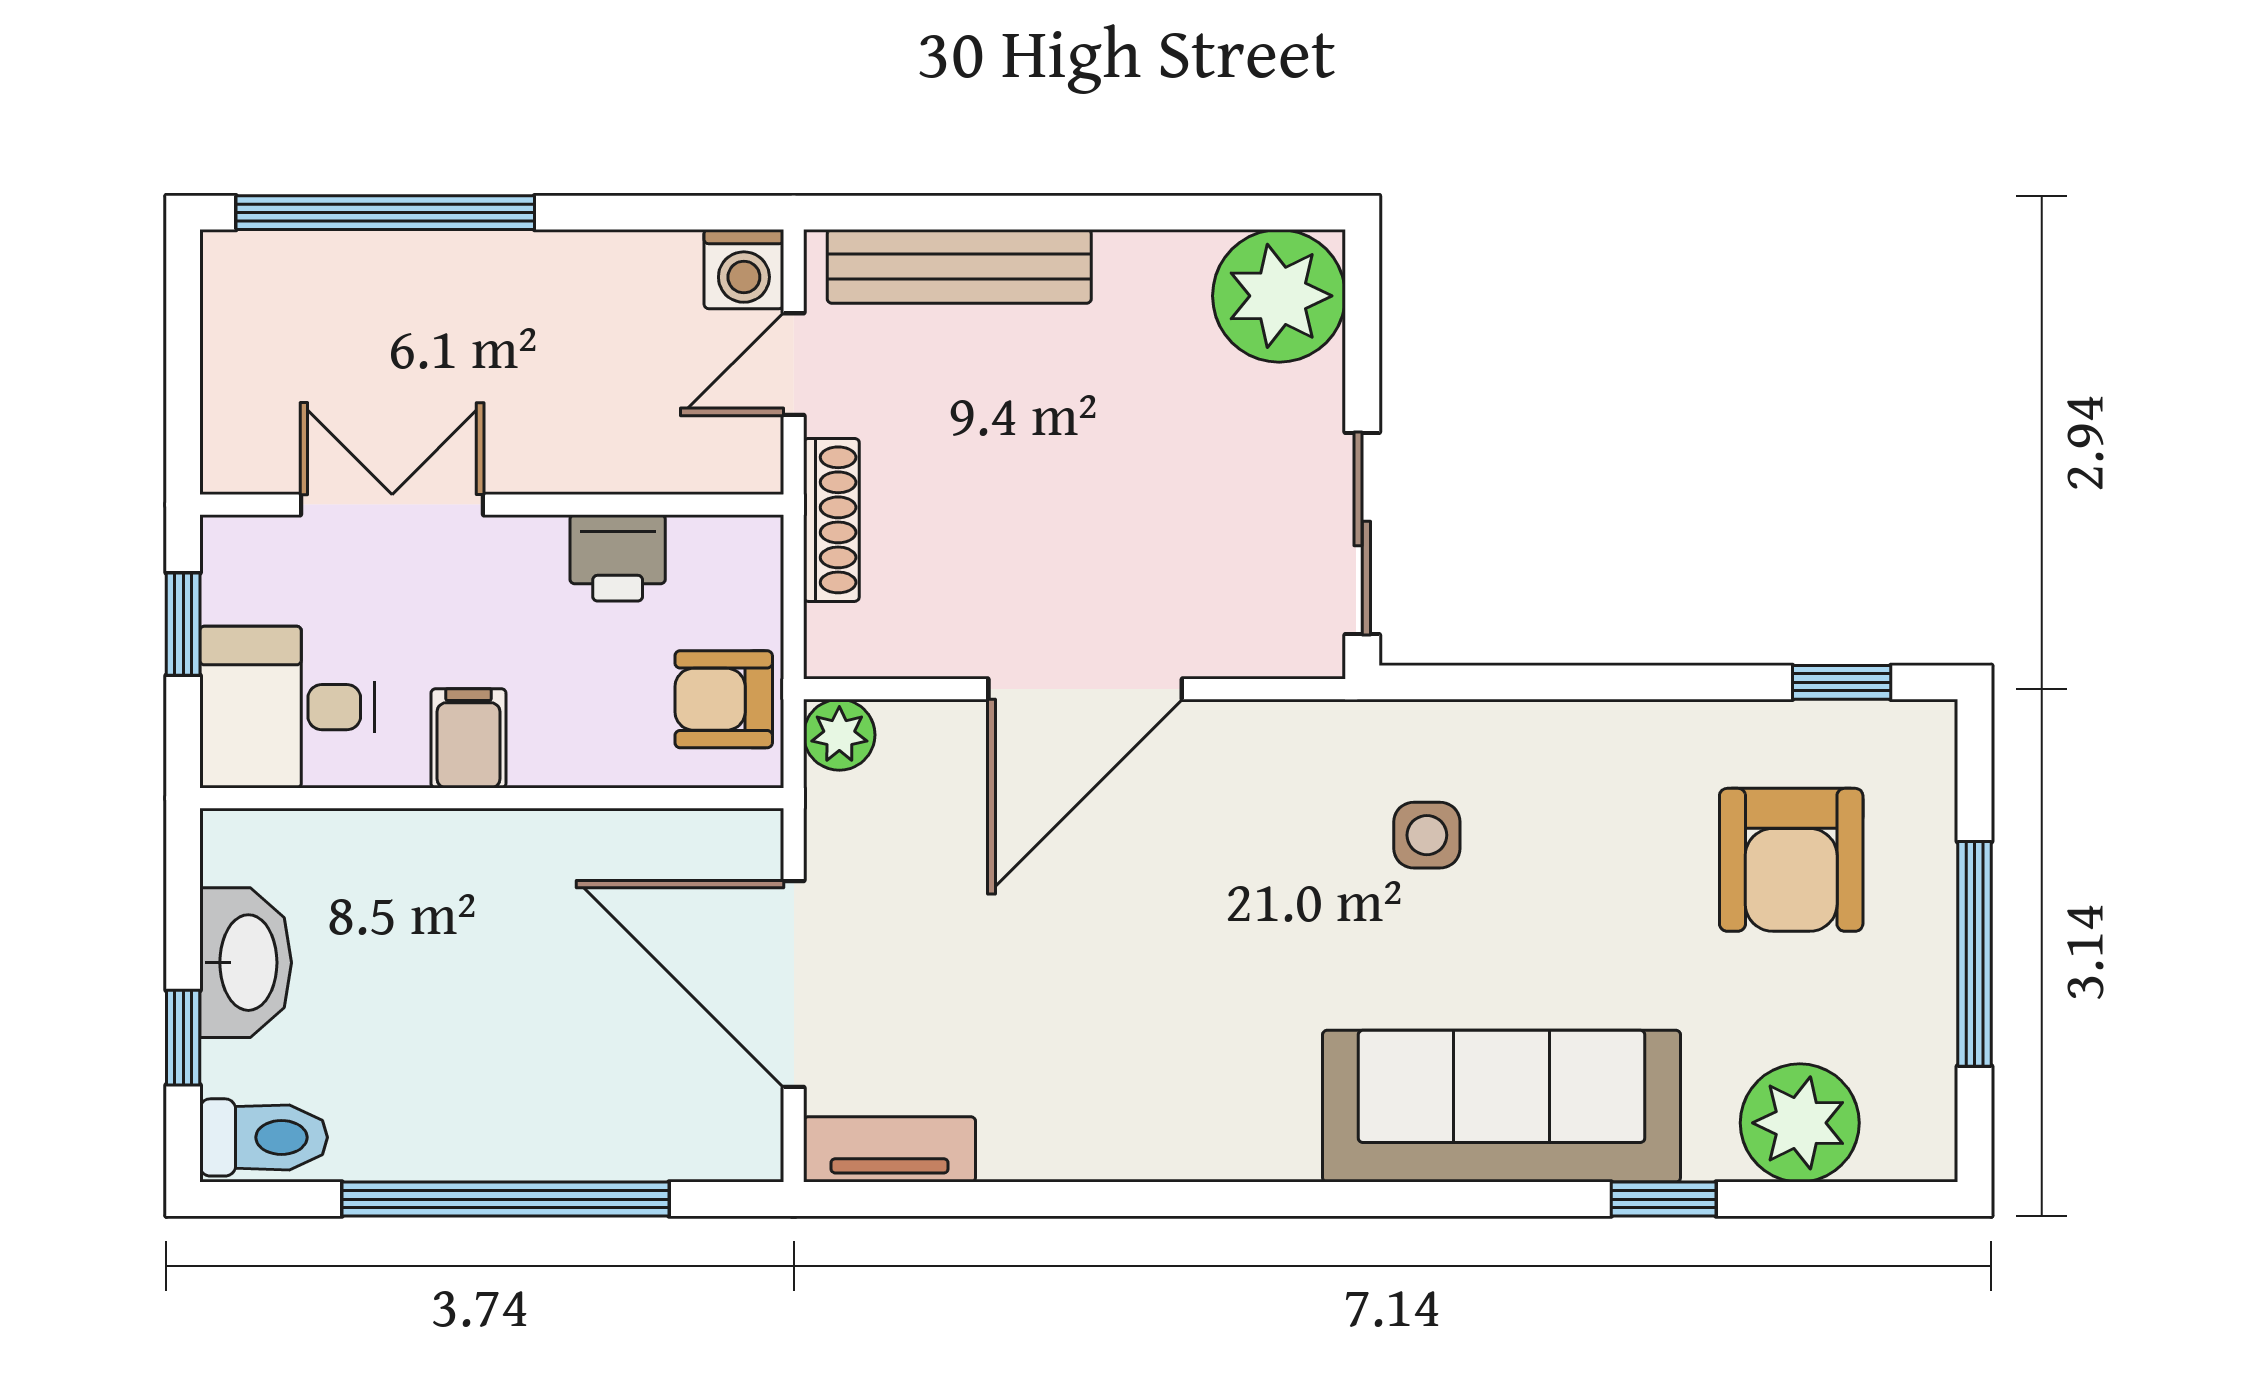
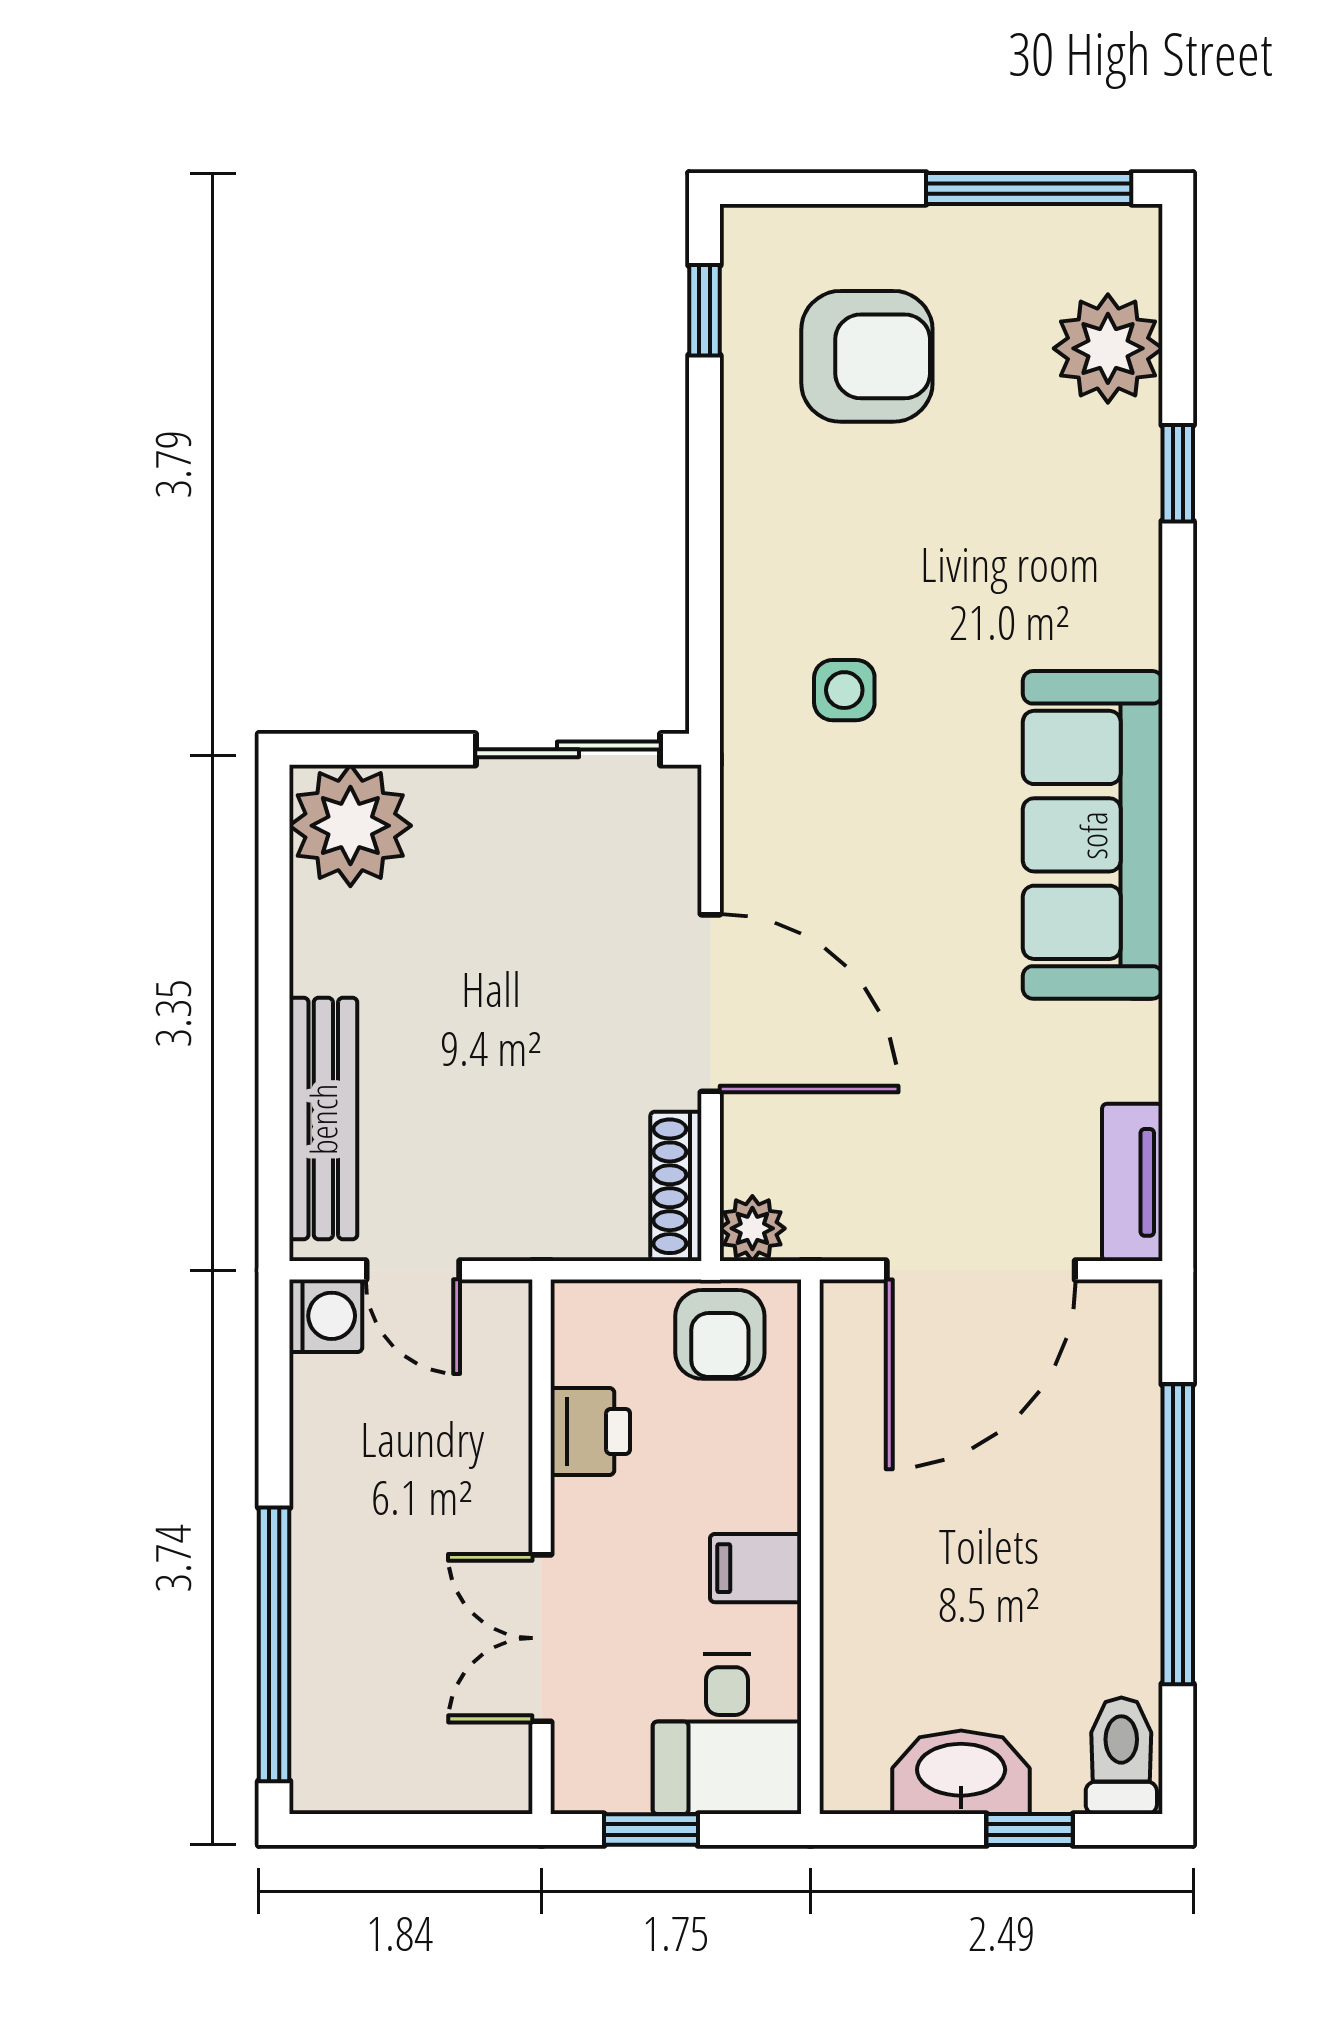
shoe rack: (831, 520) -> (676, 1186), moved, turned -90
window: (1974, 954) -> (1029, 188), moved
sofa: (1502, 1106) -> (1093, 835), moved

